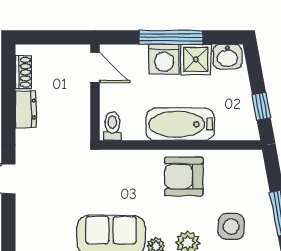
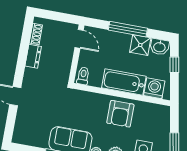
washing machine: (164, 59) -> (154, 88), moved, turned 180
window: (261, 106) -> (174, 65), moved
armchair: (184, 176) -> (120, 114), turned -90

